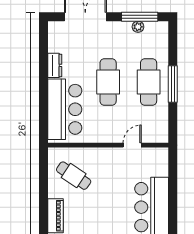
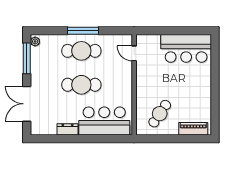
plant: (138, 27) -> (35, 41), moved
door: (132, 145) -> (134, 53), moved

